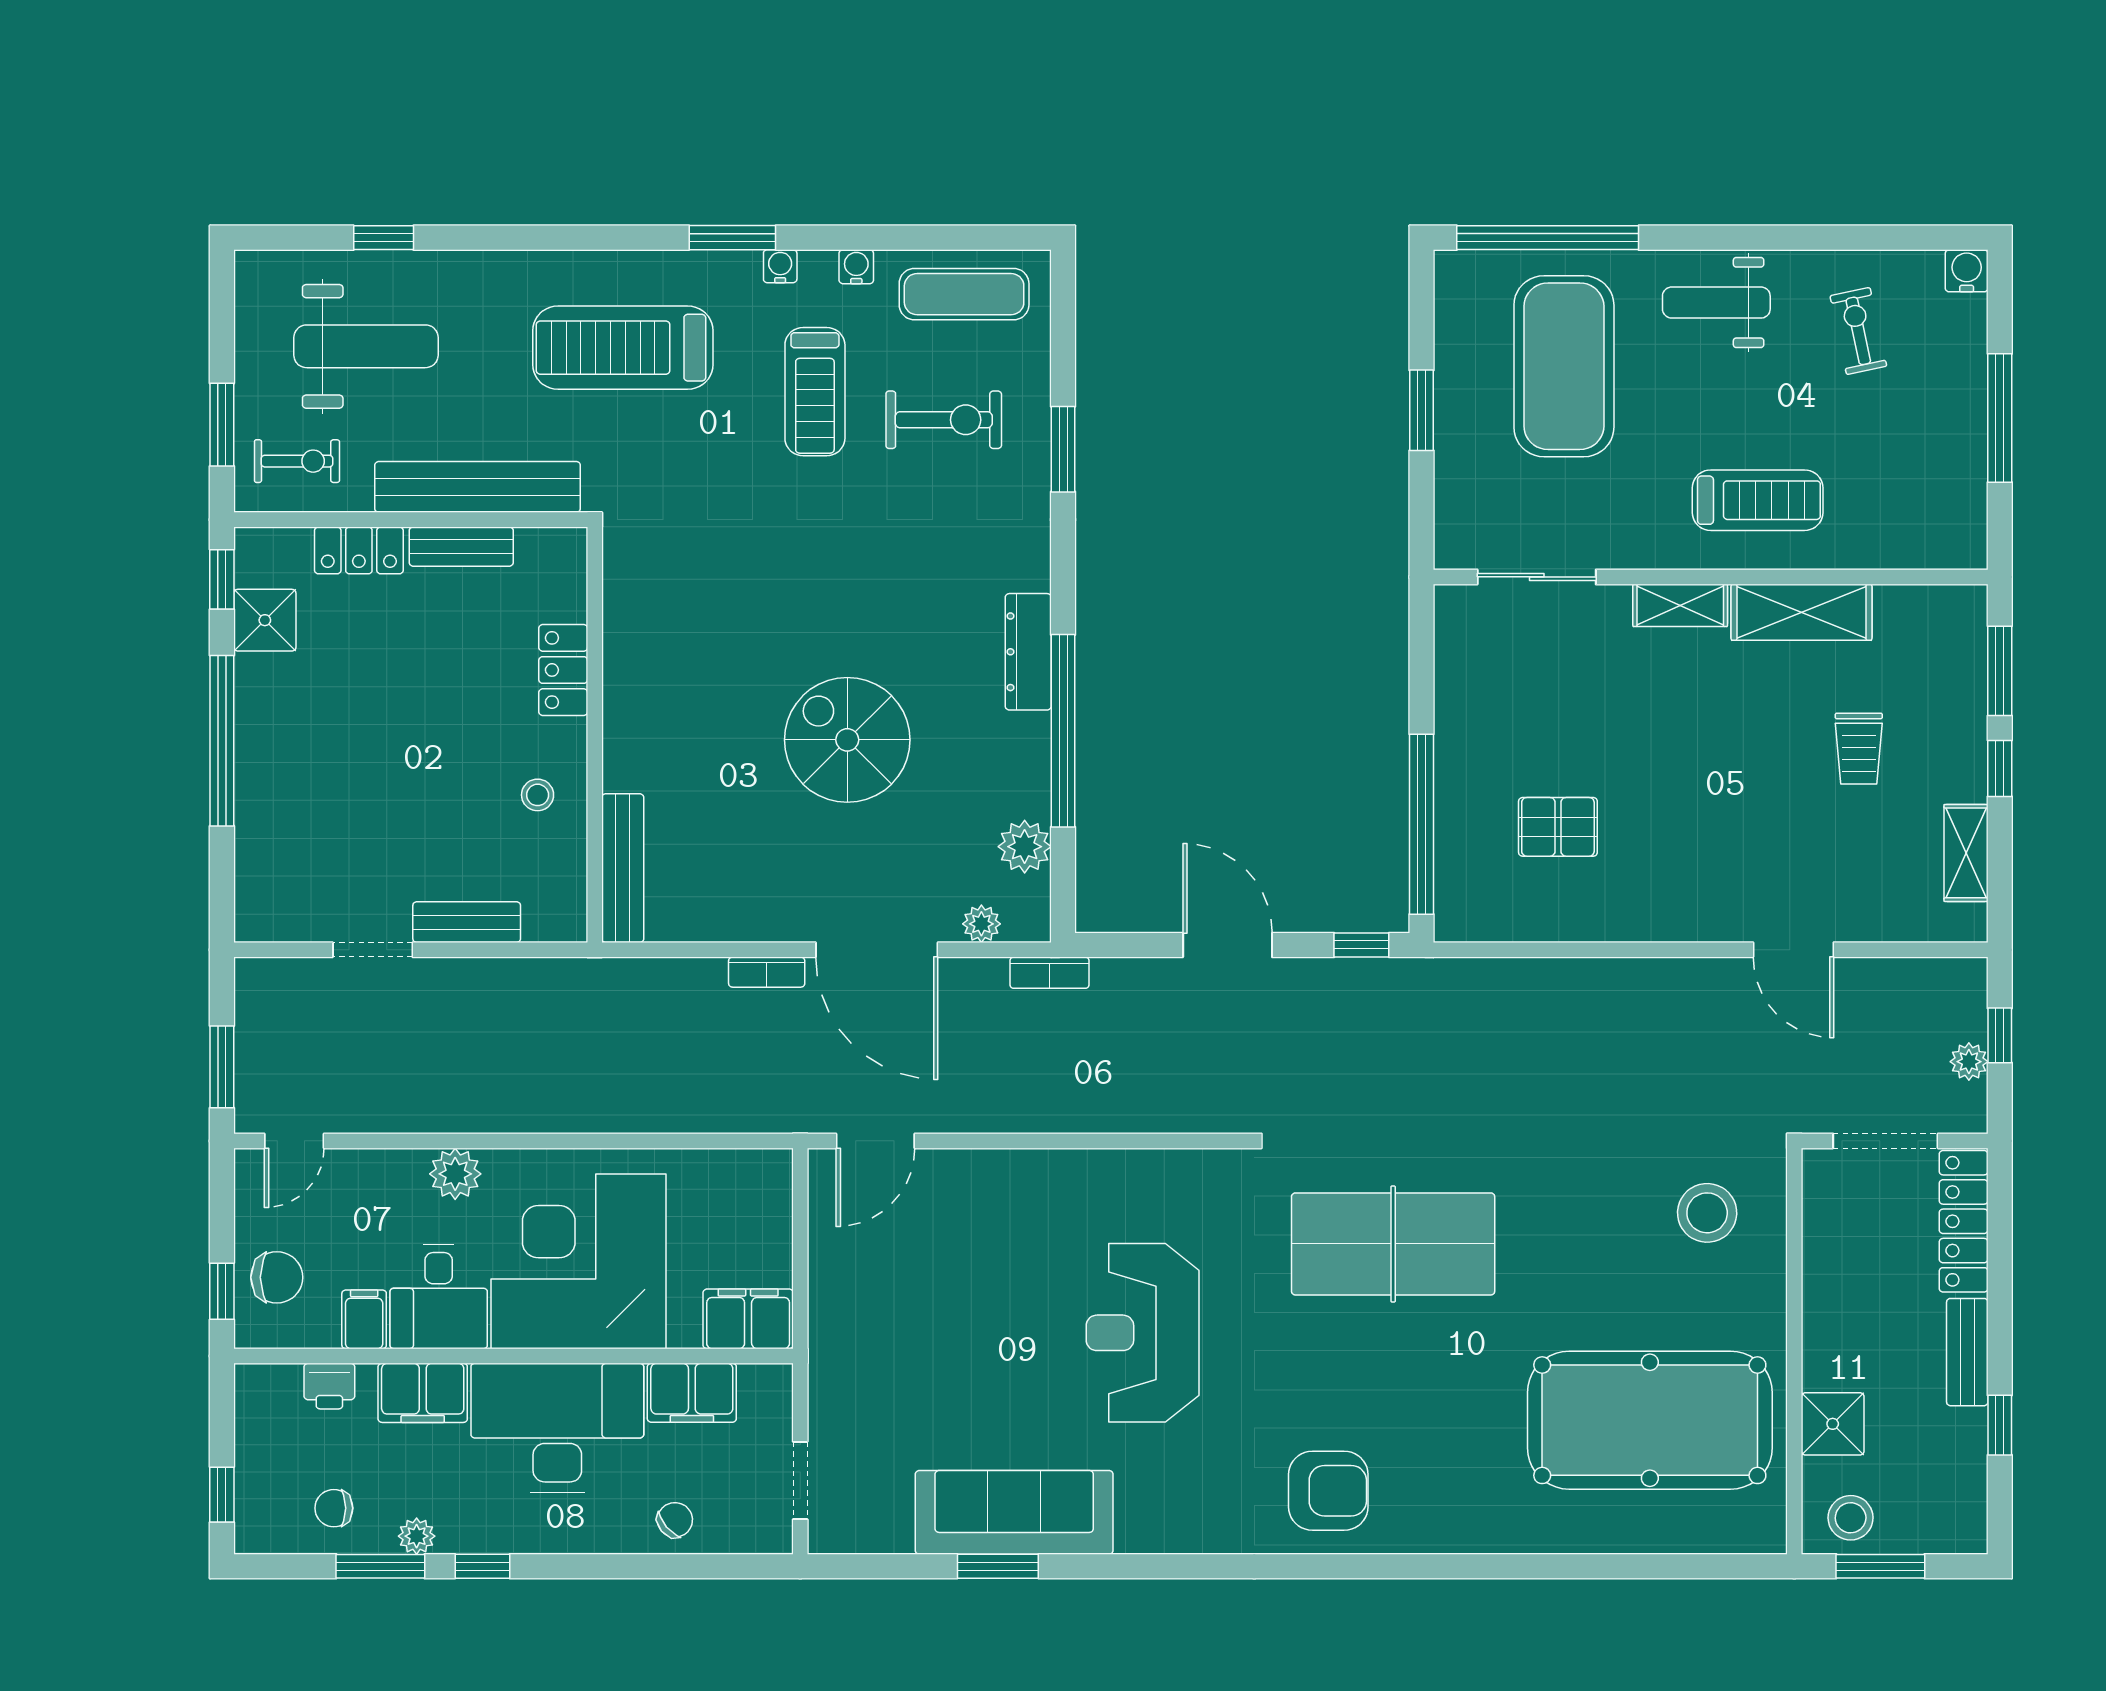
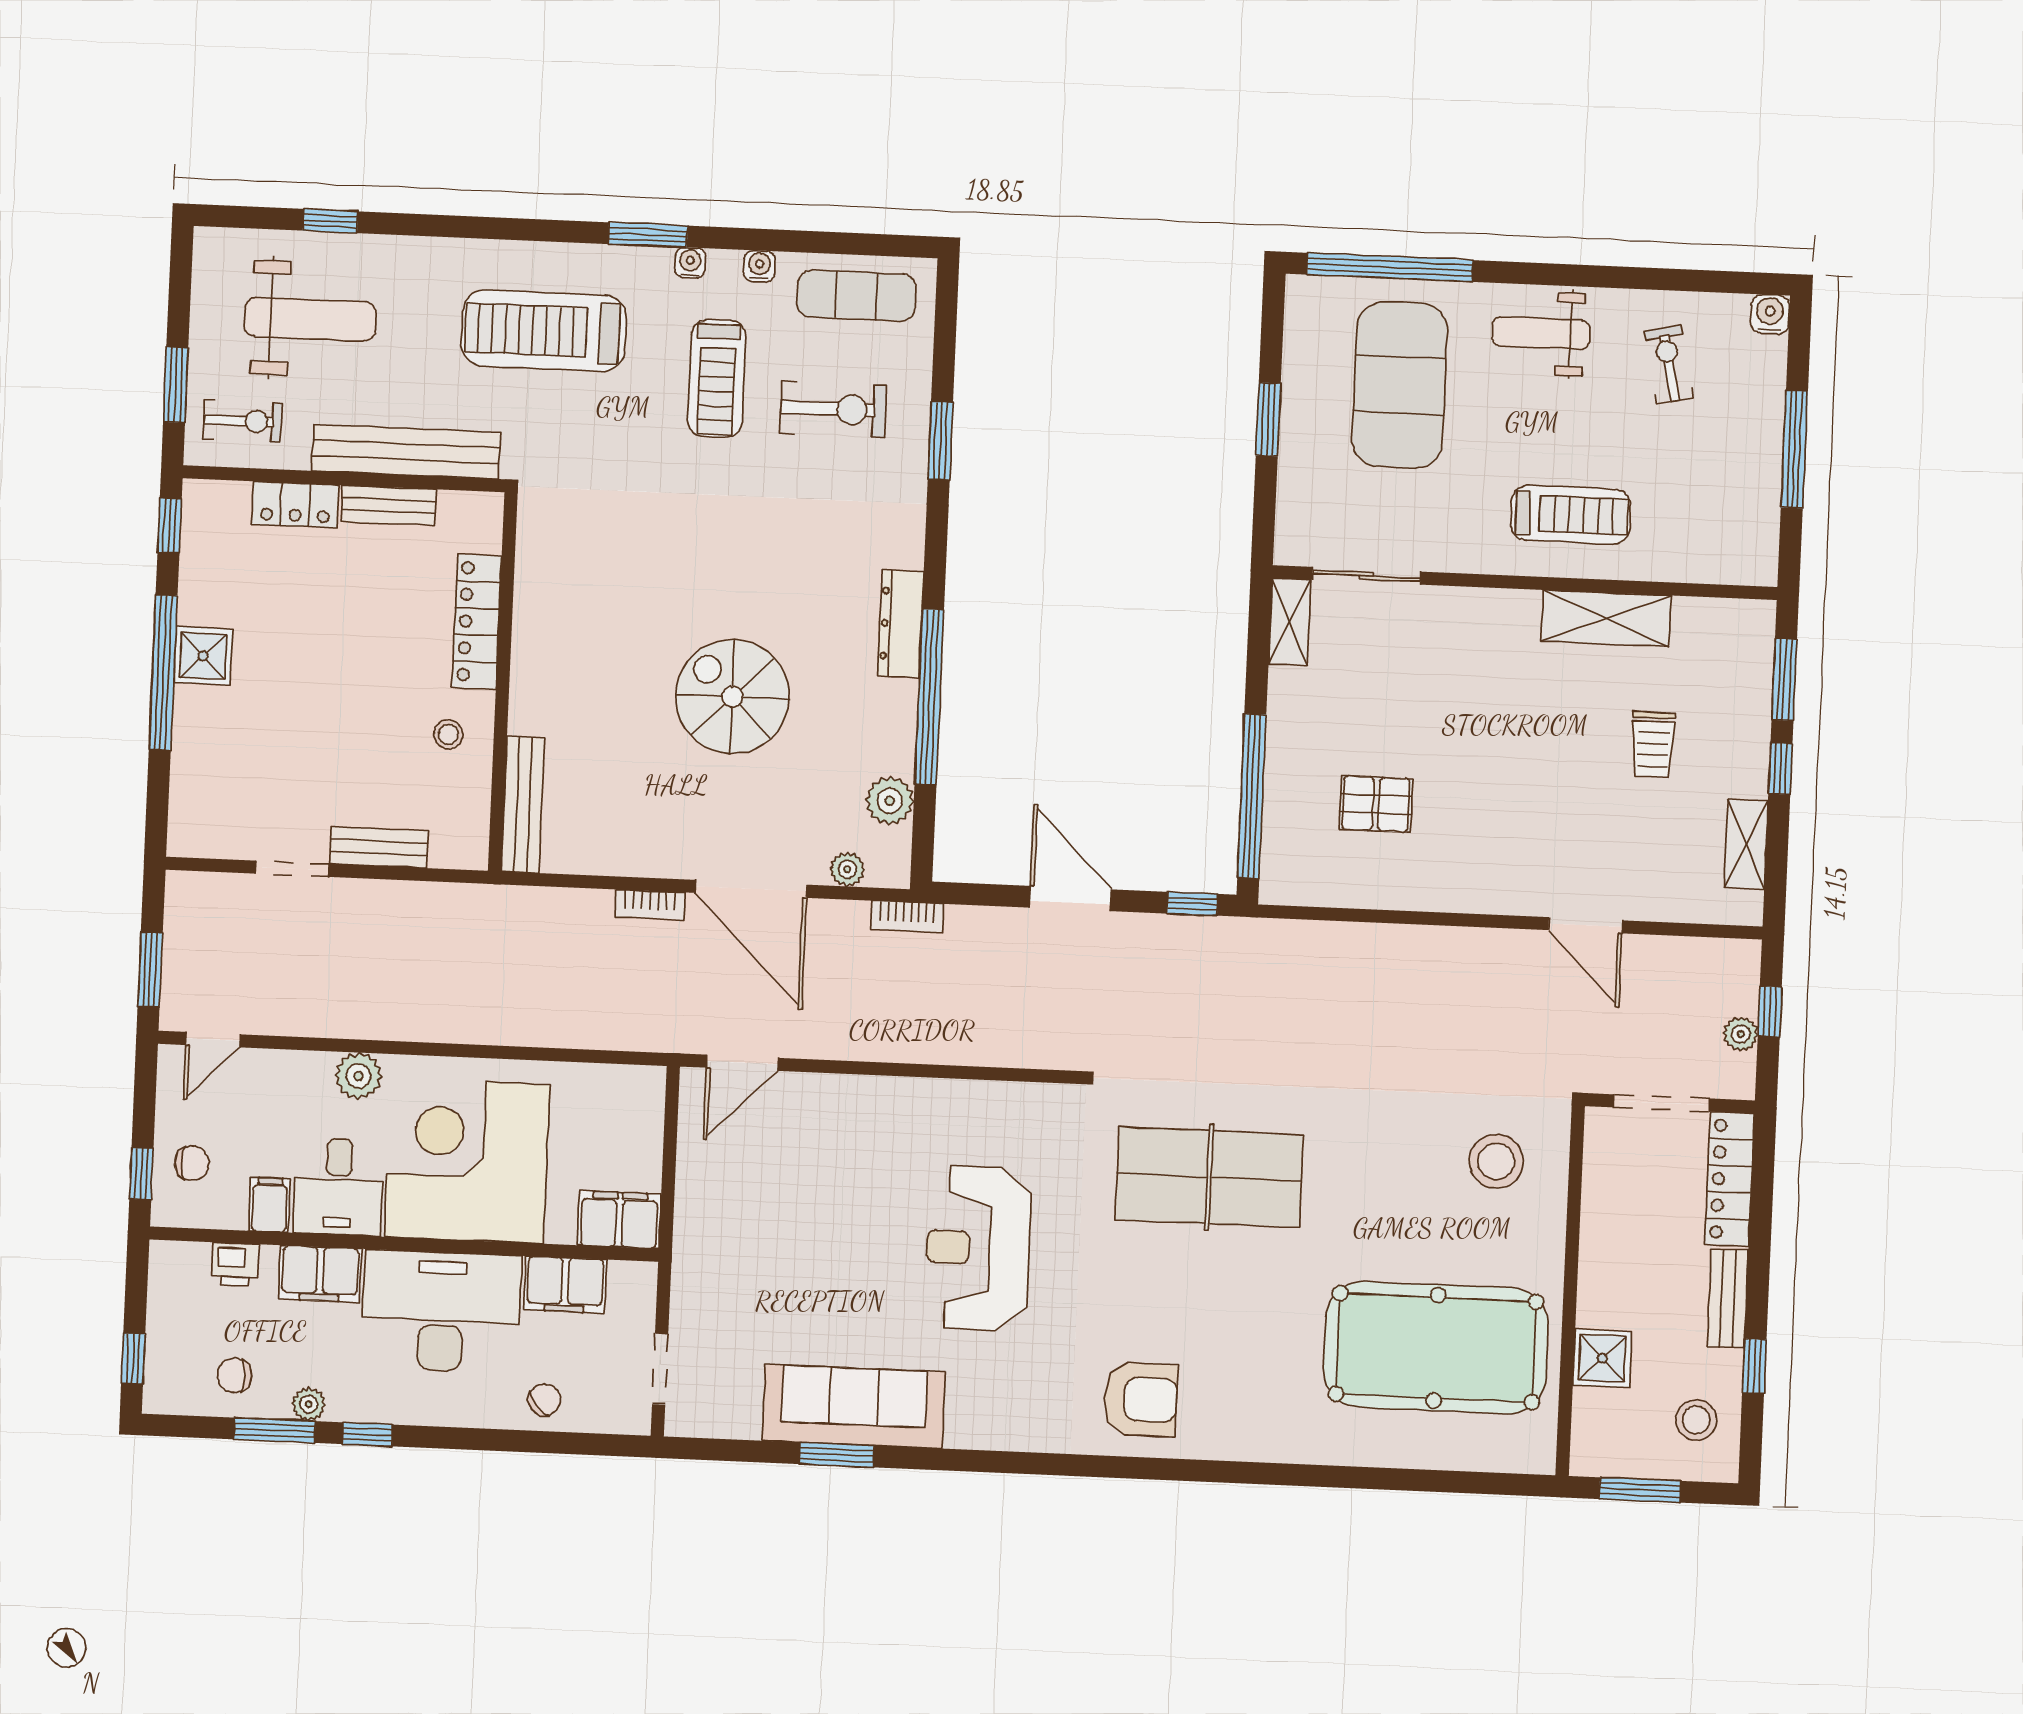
shelving: (1680, 605) -> (1290, 622), moved, turned 90
shower: (265, 620) -> (203, 656), moved
locker: (563, 670) -> (477, 622), width x1.53
chair: (277, 1277) -> (192, 1163), width x0.73, depth x0.73
stool: (1851, 1518) -> (1696, 1420), moved

